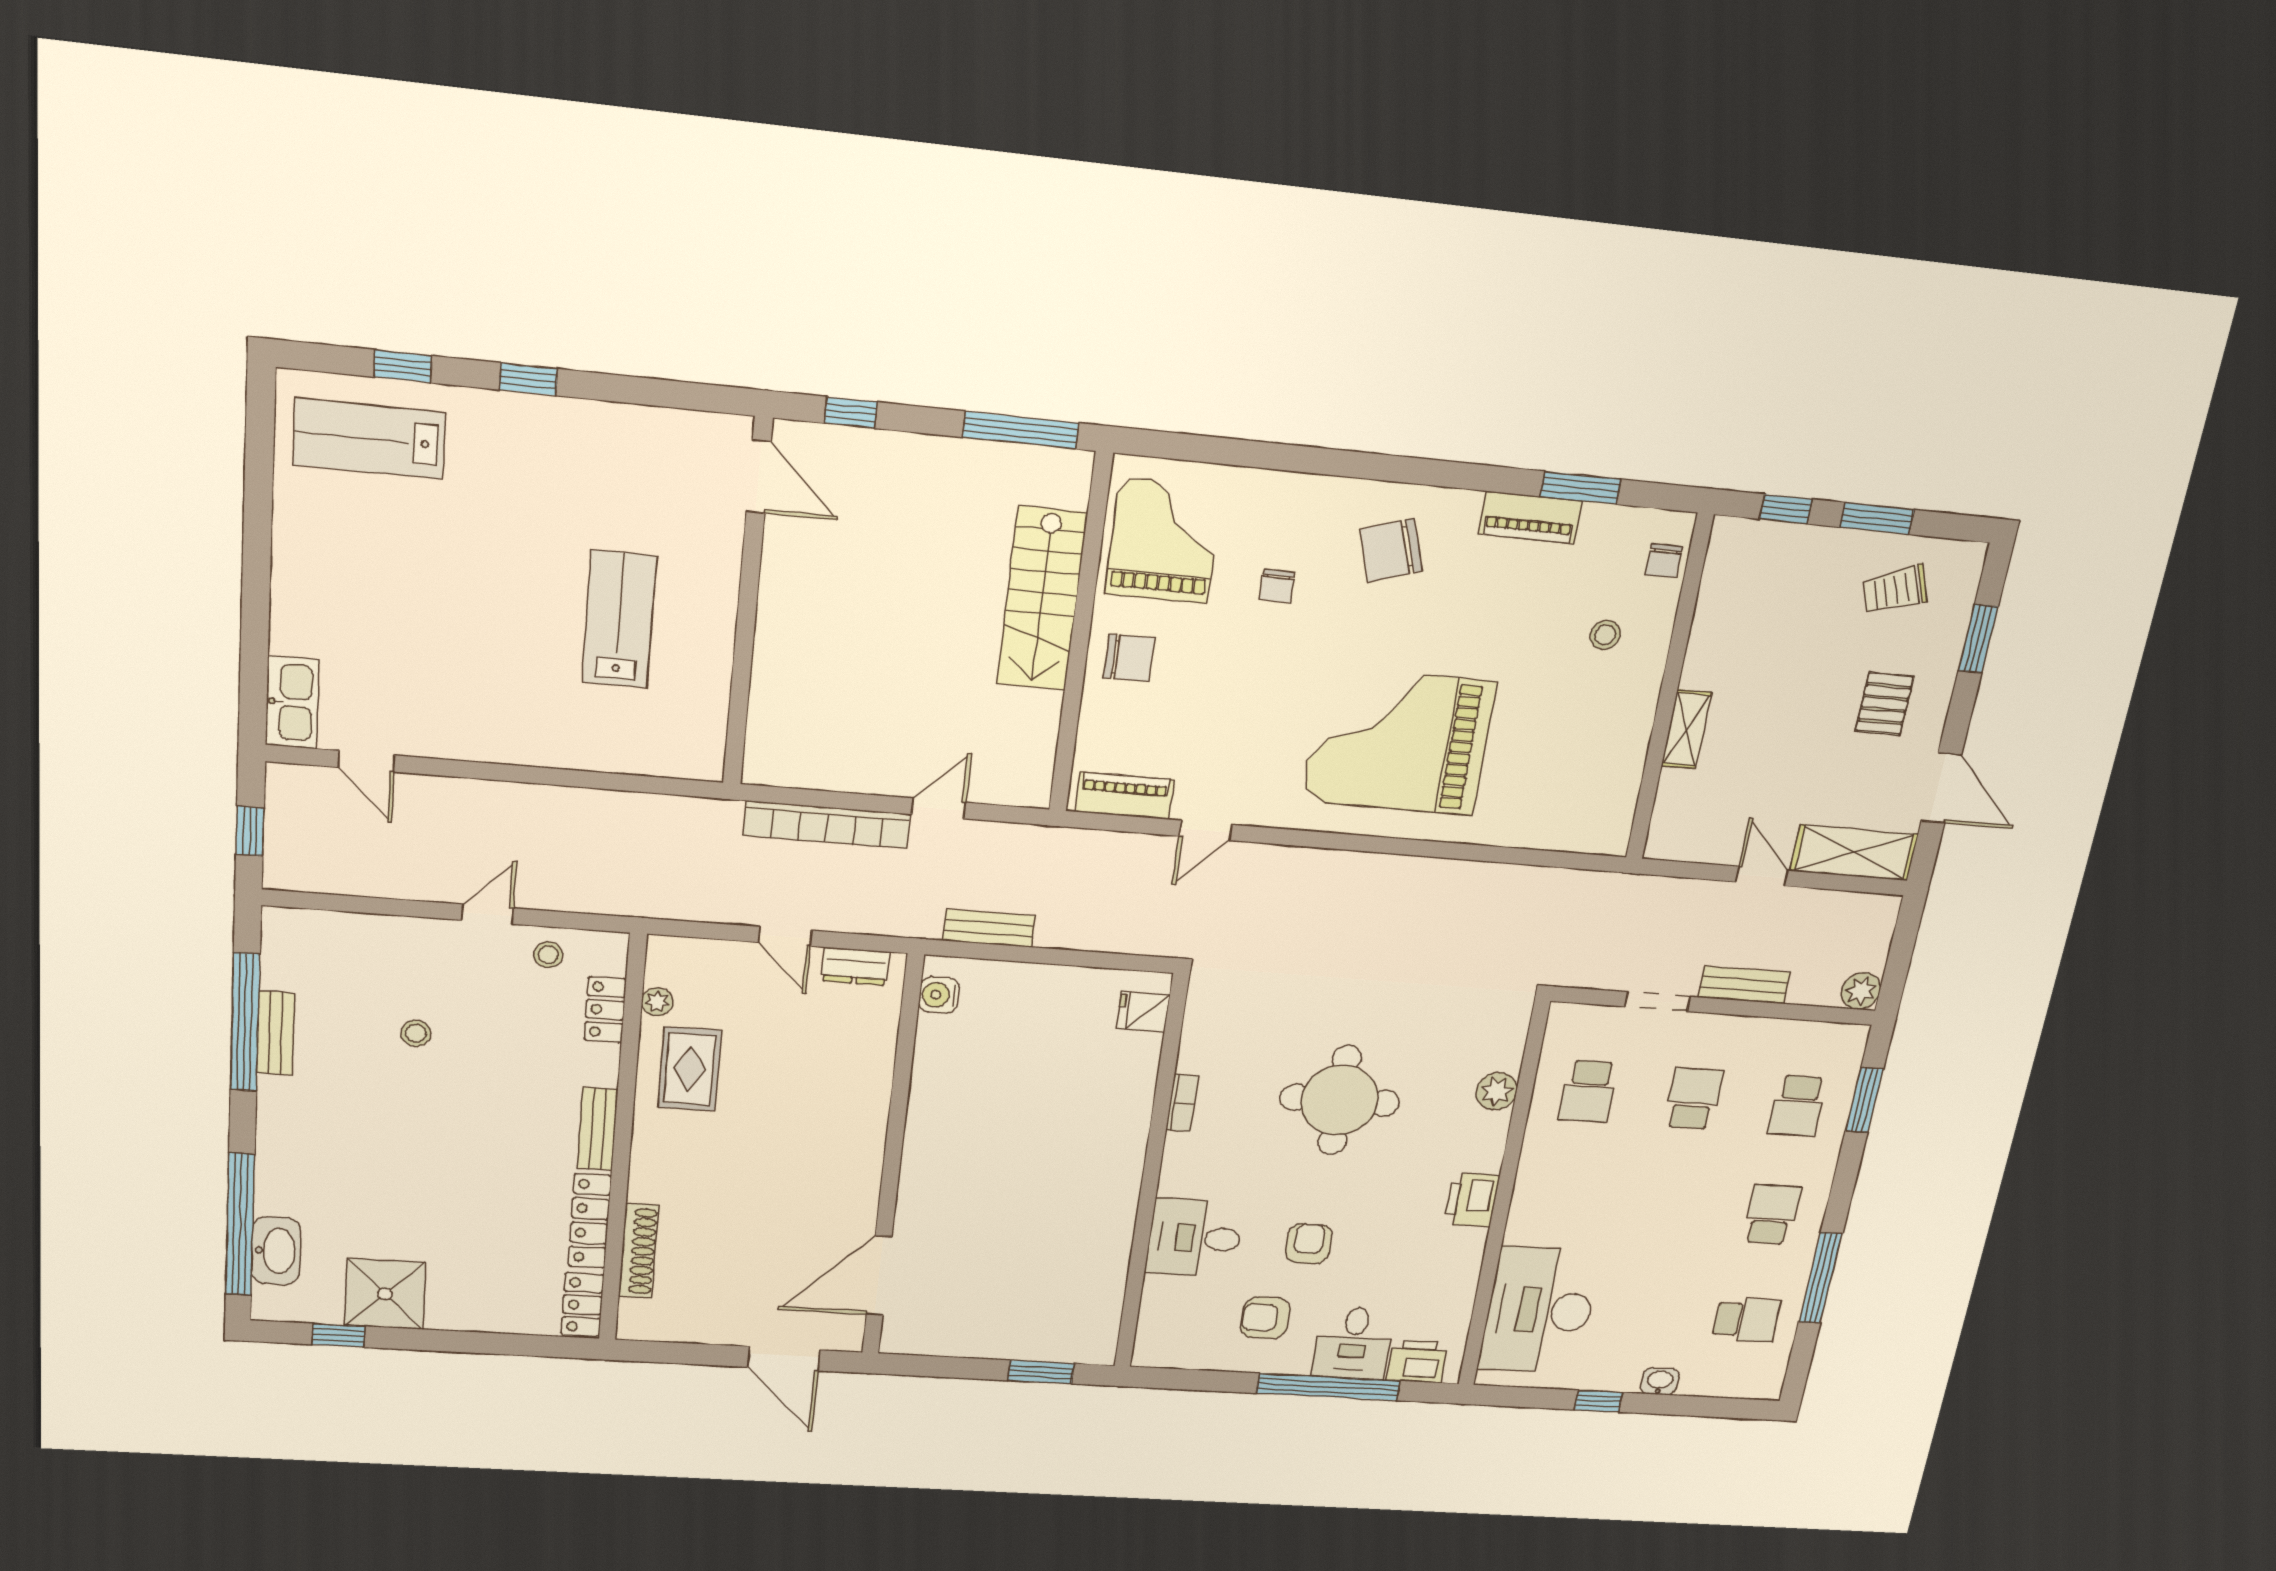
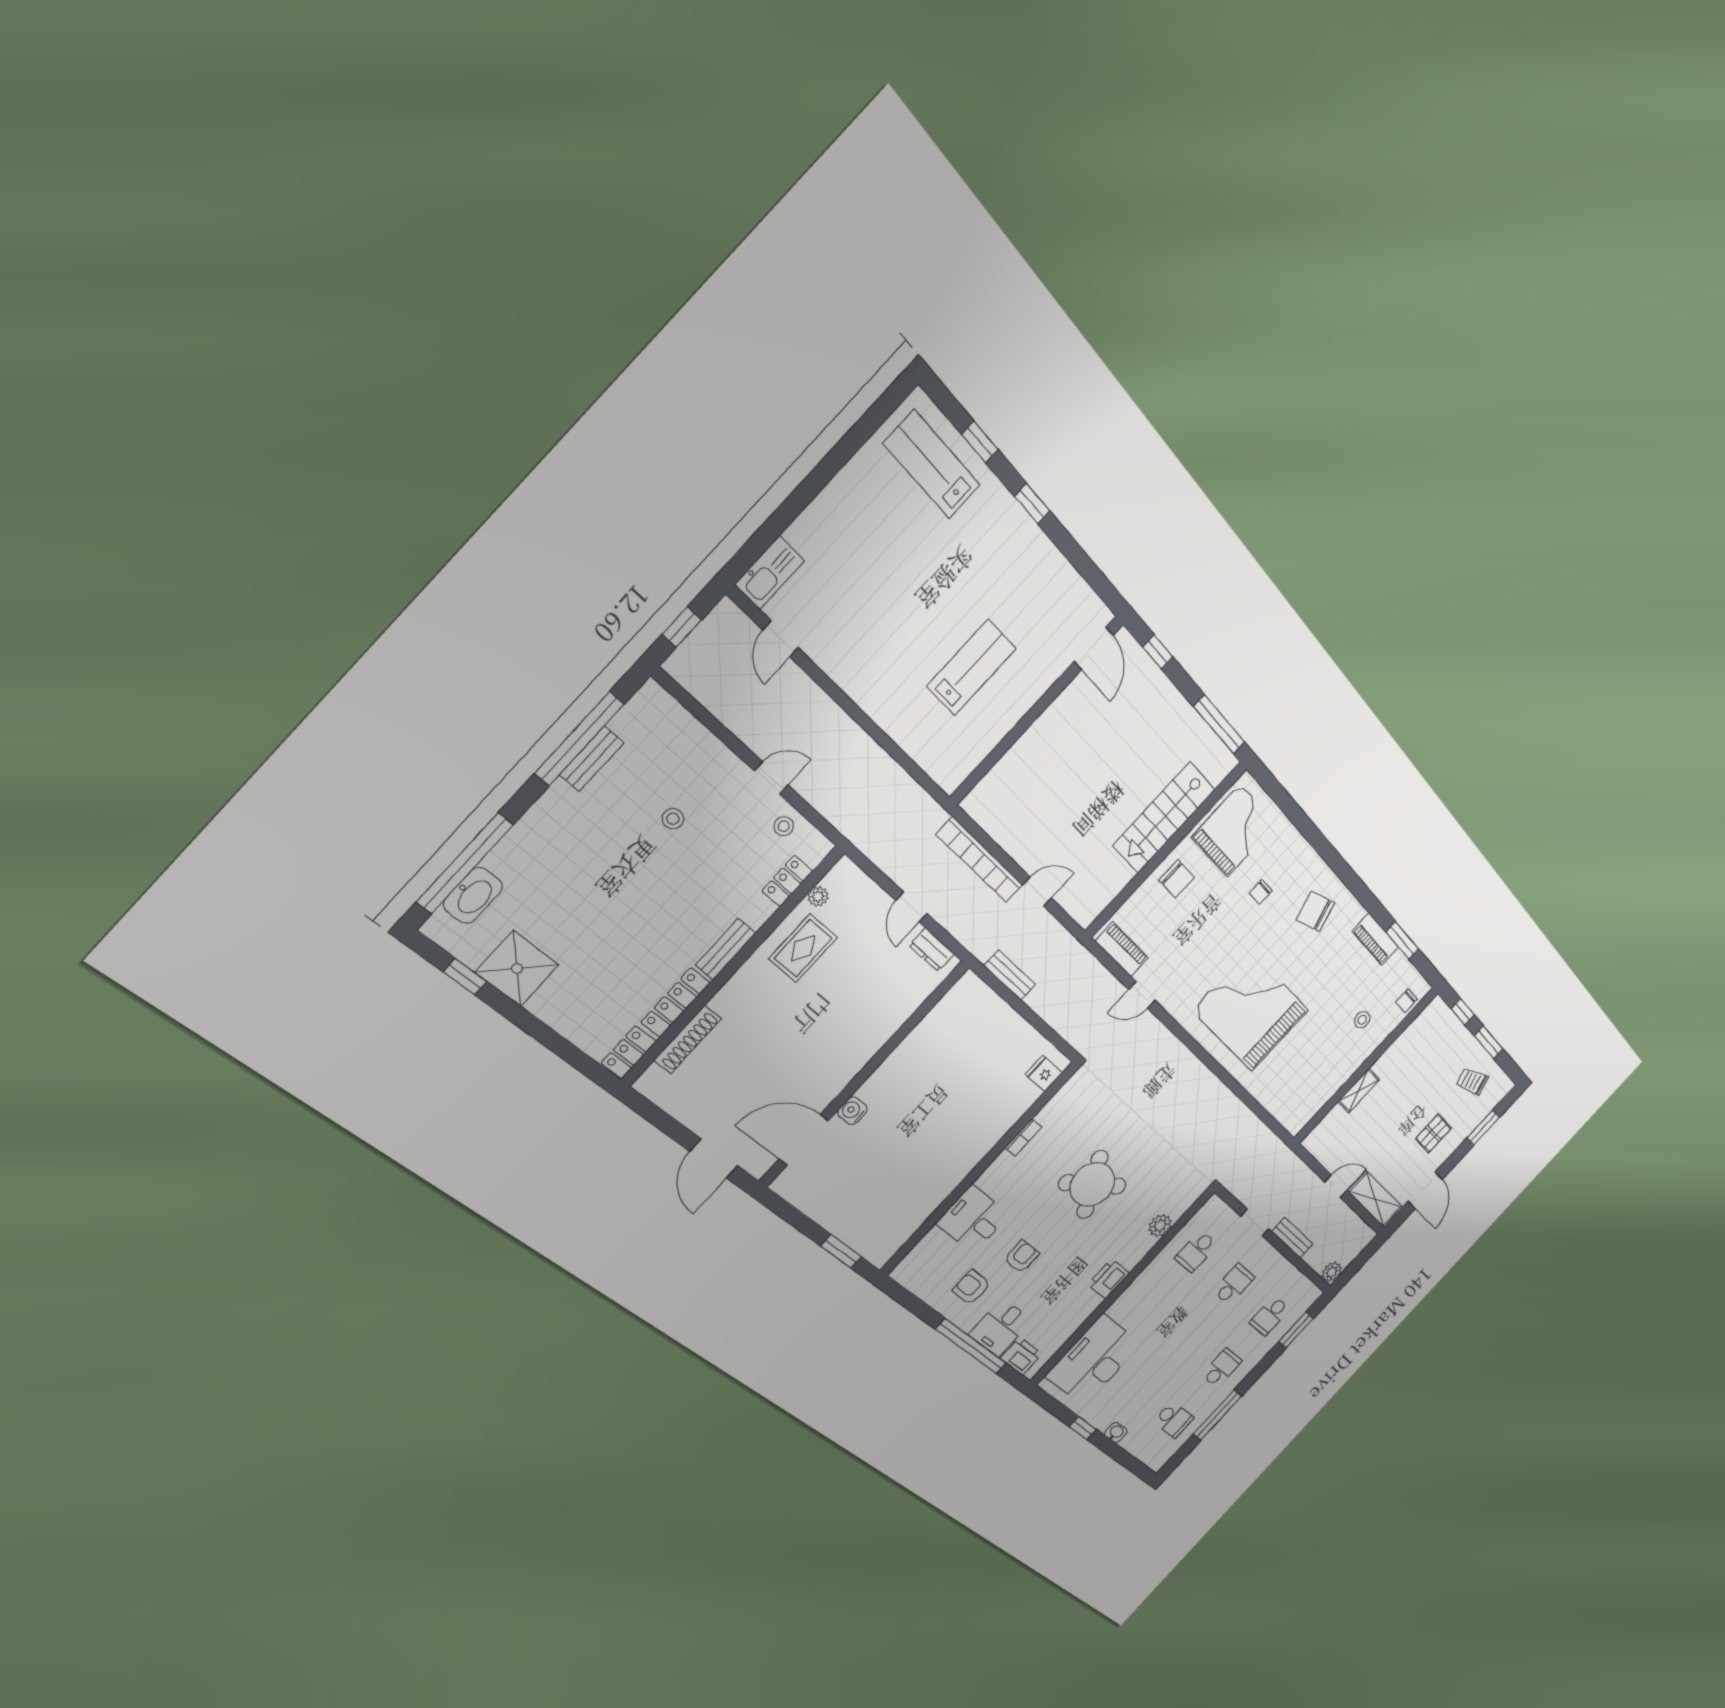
door: (1762, 876) -> (1336, 1186), hinge flipped
water cooler: (939, 995) -> (852, 1111), moved
round table: (1340, 1100) -> (1092, 1184), turned -32

